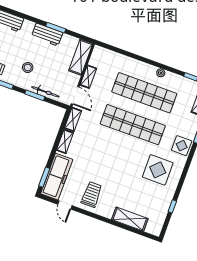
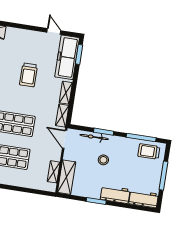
workbench: (47, 35) -> (115, 194), moved
stool: (28, 68) -> (103, 160), moved
shelving: (88, 77) -> (54, 172), moved
trolley: (92, 194) -> (28, 75), moved

